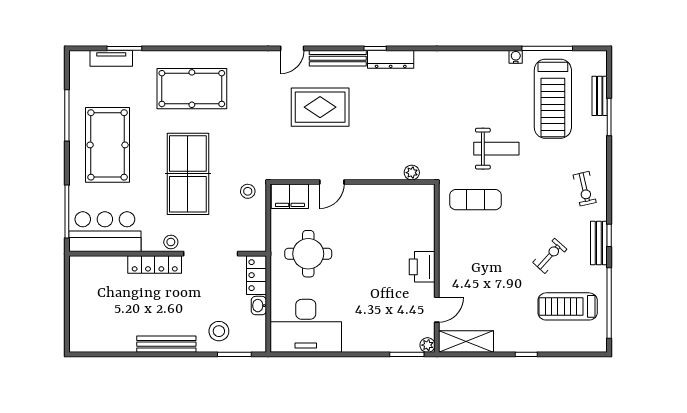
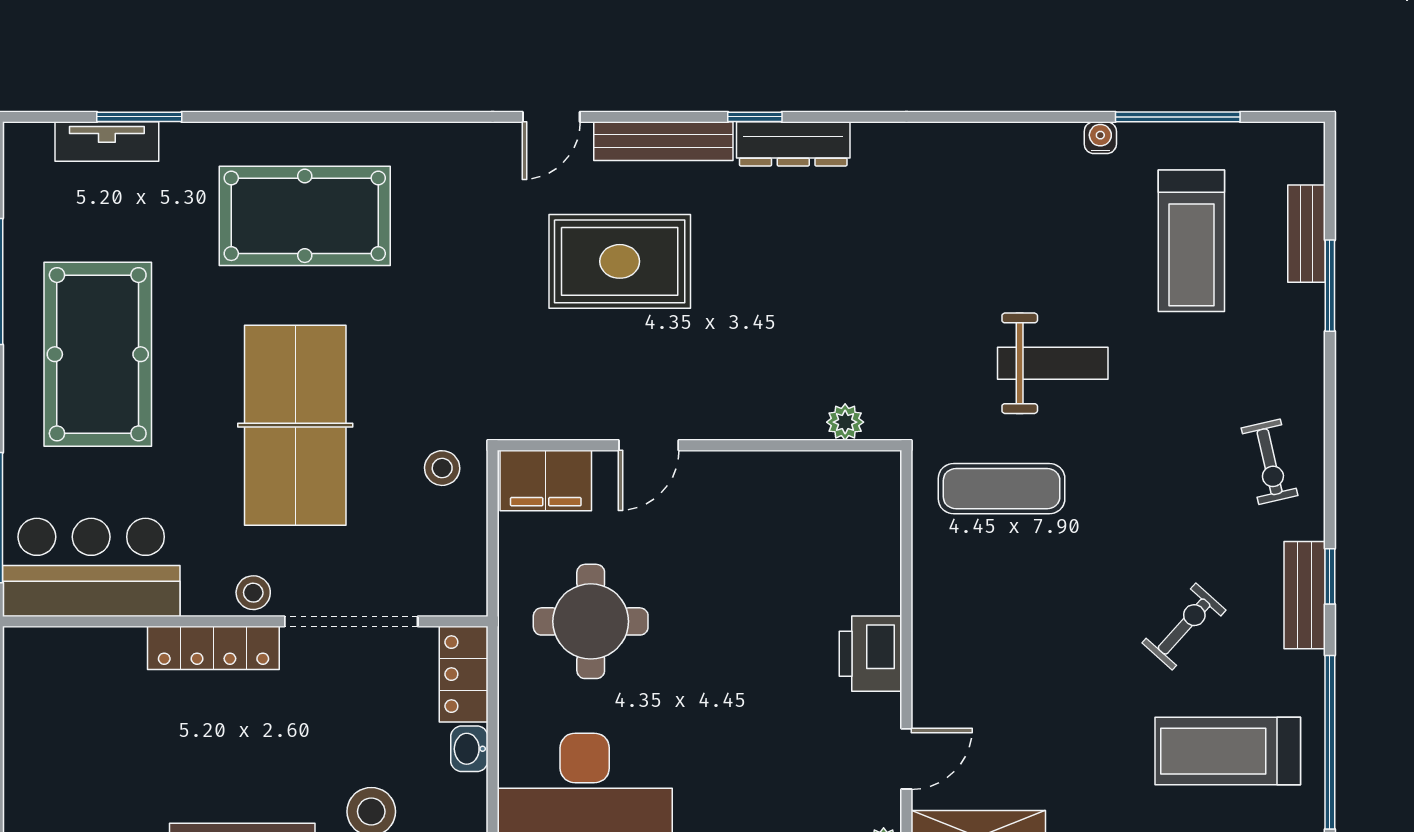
treadmill: (553, 99) -> (1191, 241), width x0.73, depth x0.73

